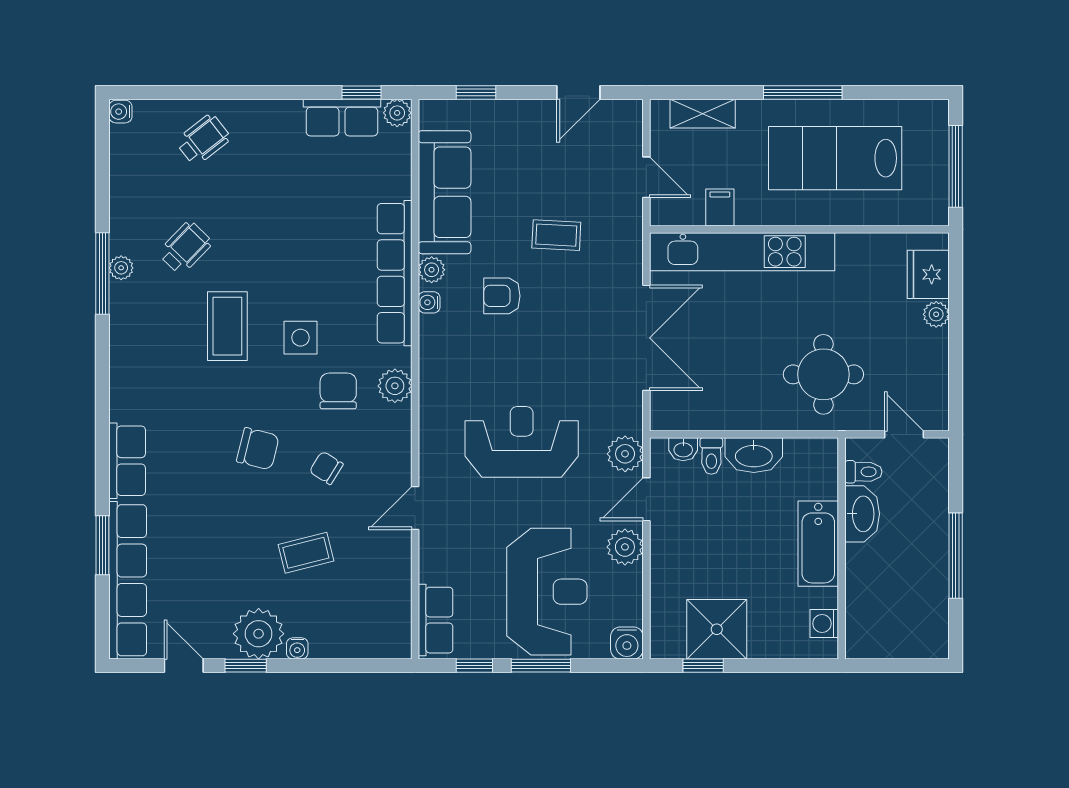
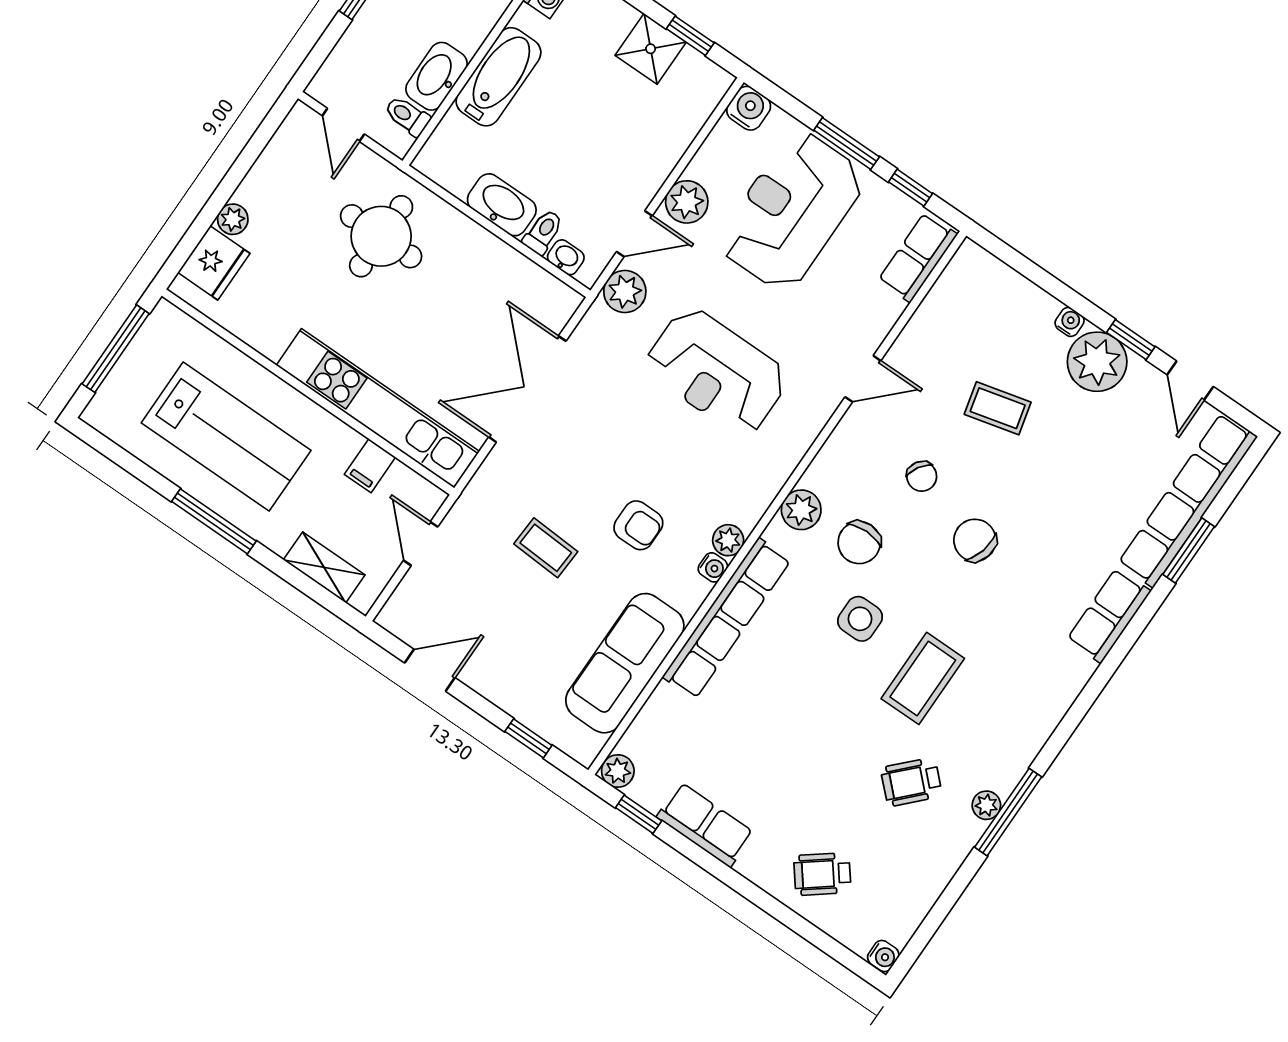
row of seats: (342, 118) -> (705, 825), moved
plant: (432, 270) -> (728, 540), moved
shower: (717, 629) -> (651, 49), width x0.73, depth x0.73

